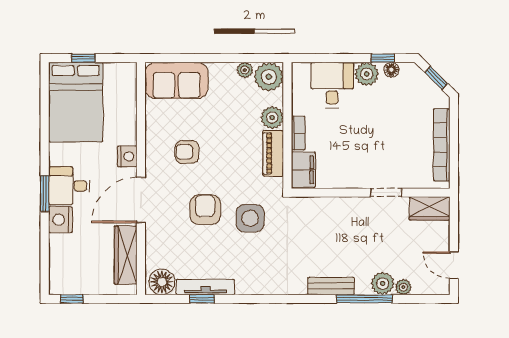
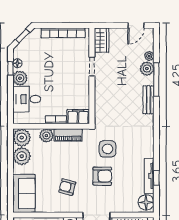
plant: (245, 70) -> (22, 156), width x1.87, depth x1.87
armchair: (187, 152) -> (67, 187), turned 105
armchair: (205, 210) -> (102, 176), turned 180

